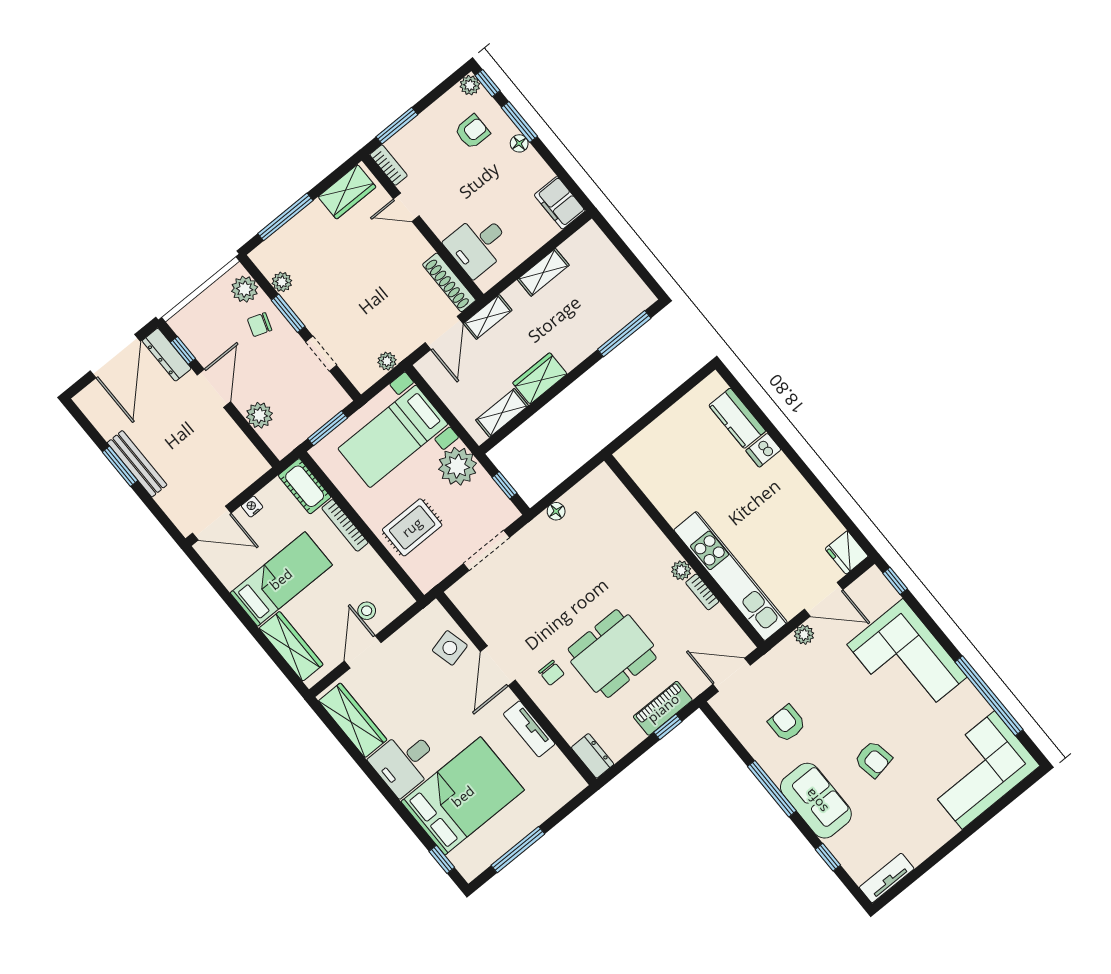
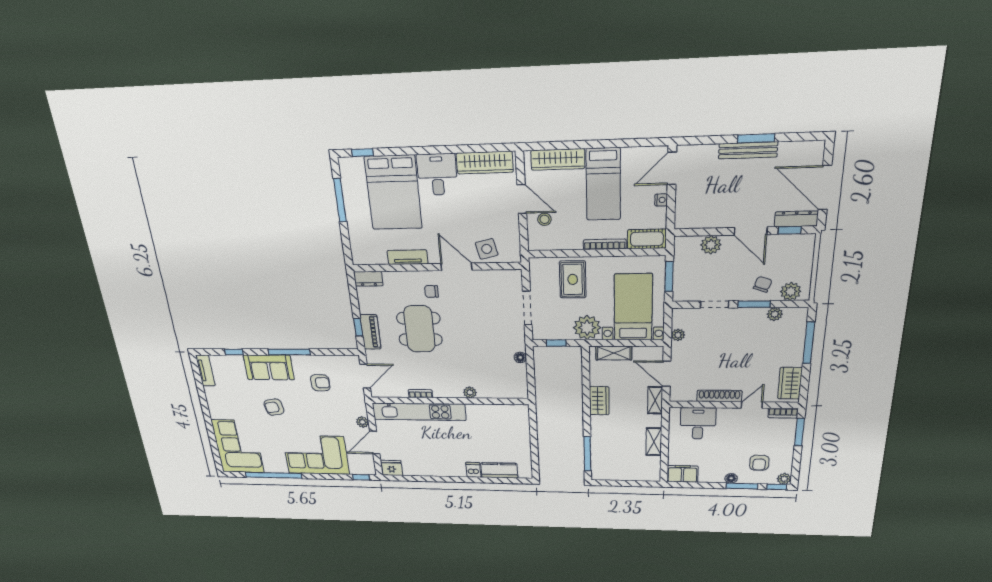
shoe rack: (449, 282) -> (719, 396), moved
shelving: (502, 413) -> (614, 353), moved, turned 90
plant: (681, 570) -> (470, 392), moved

